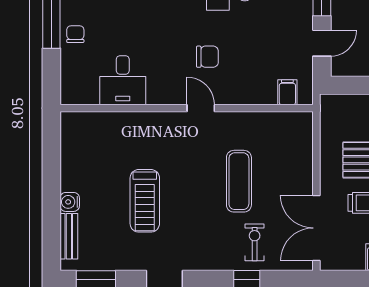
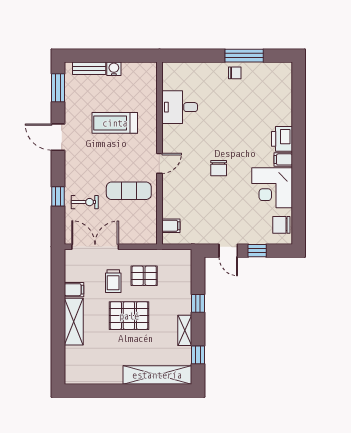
desk: (123, 80) -> (180, 107), moved
filing cabinet: (287, 92) -> (171, 226), moved
wall: (187, 108) -> (159, 153), moved
door: (201, 108) -> (159, 163), moved

